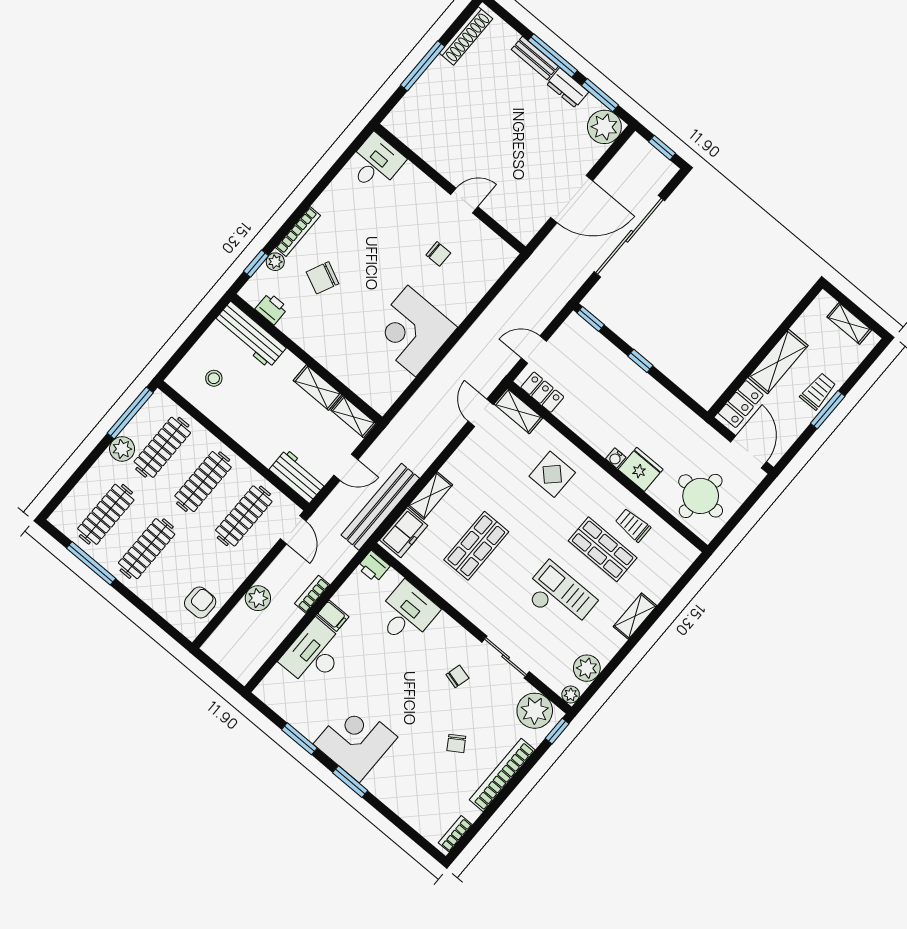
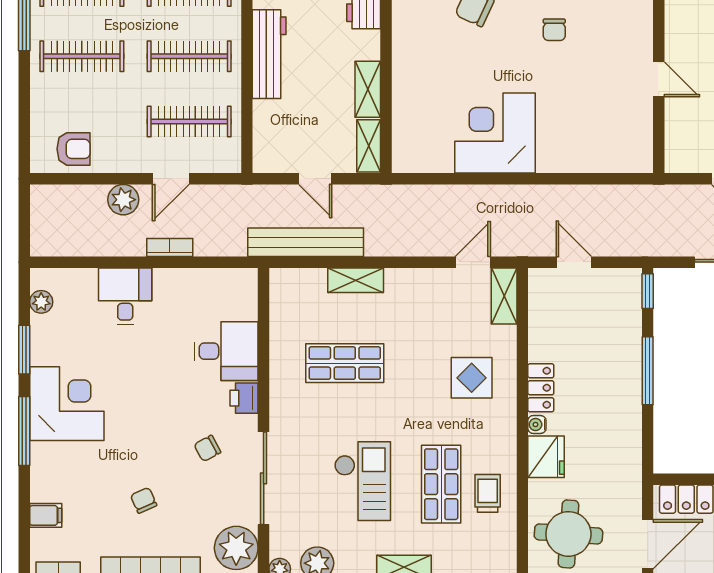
chair: (438, 254) -> (554, 30), moved
window: (640, 361) -> (648, 371), width x2.17
locker: (542, 392) -> (541, 388), moved
workbench: (298, 476) -> (269, 54), moved, width x1.38
door: (293, 530) -> (171, 179), moved
freezer: (404, 533) -> (300, 285), removed
printer: (373, 567) -> (244, 398), moved
filing cabinet: (333, 616) -> (46, 515), moved, turned -90
desk: (314, 654) -> (125, 296), width x0.73
sliding door: (506, 657) -> (264, 478), width x1.37
chair: (457, 676) -> (207, 448), turned 137
plant: (279, 703) -> (41, 302), added
chair: (456, 743) -> (144, 500), turned 99
window: (350, 782) -> (24, 431), width x1.44

